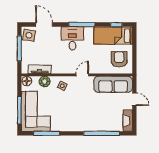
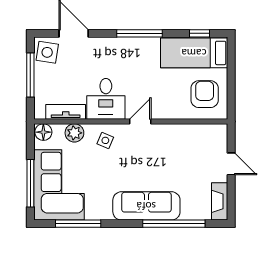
desk: (72, 38) -> (106, 99), moved, turned 180
sofa: (113, 84) -> (146, 206), moved, turned 180

